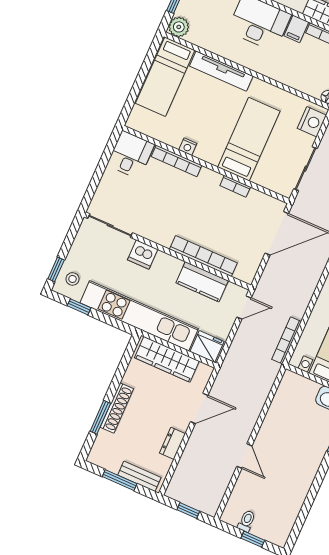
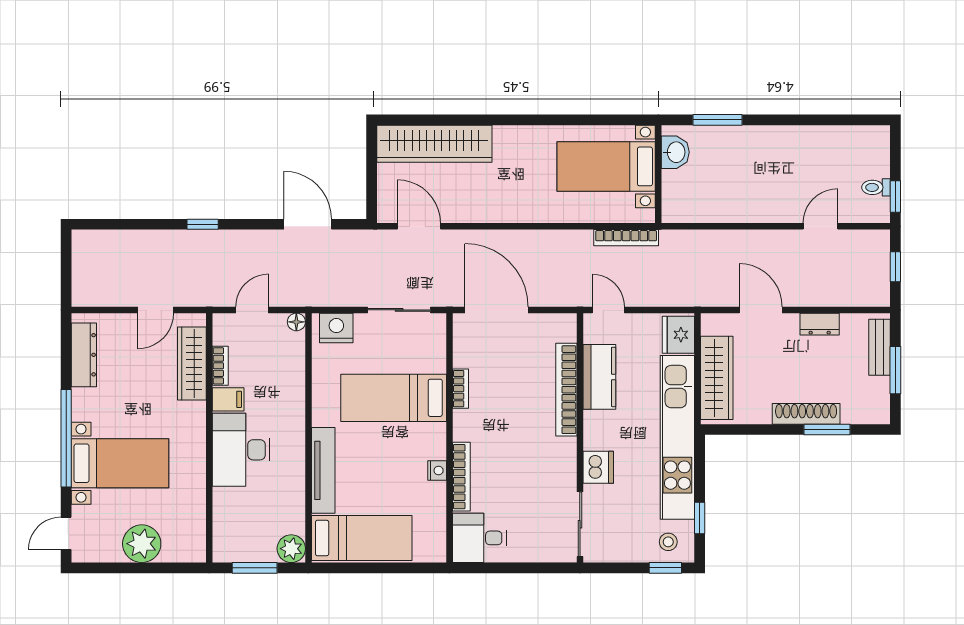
door: (244, 456) -> (821, 226), moved
window: (253, 539) -> (895, 197), moved

